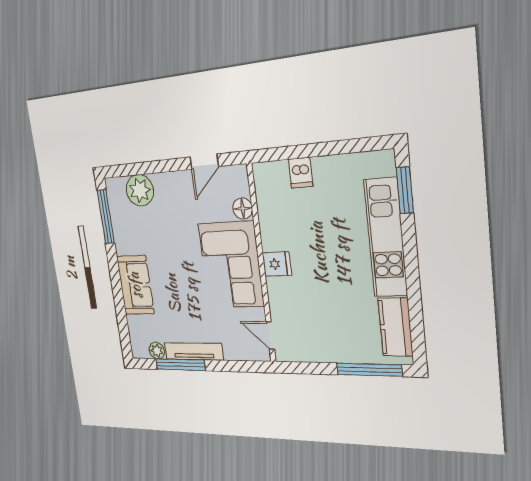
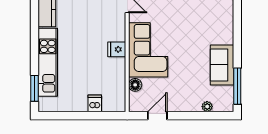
plant: (140, 190) -> (207, 107), width x0.53, depth x0.53
sofa: (135, 285) -> (222, 65), moved

